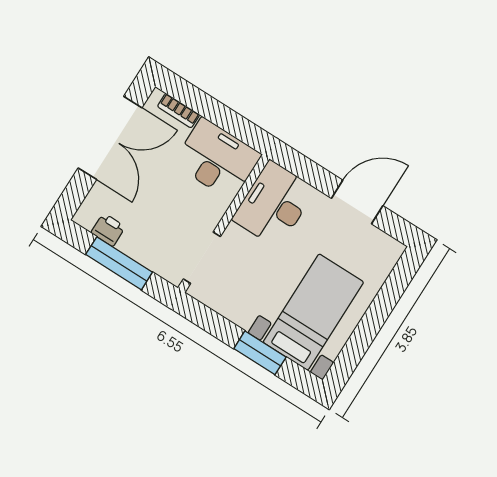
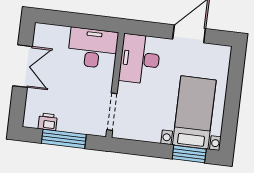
bookcase: (179, 111) -> (56, 30), removed
double door: (110, 138) -> (23, 66), width x0.73
window: (260, 353) -> (189, 154), moved

